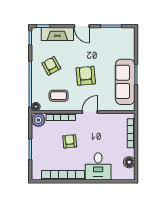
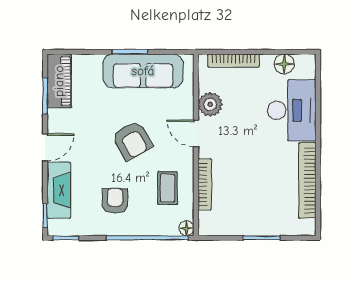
piano: (120, 34) -> (59, 81), added
armchair: (51, 66) -> (115, 201), turned 119
armchair: (86, 76) -> (132, 140), turned -114
plant: (38, 120) -> (210, 104), moved
armchair: (70, 141) -> (248, 169), removed
desk: (98, 166) -> (292, 110), width x1.37

